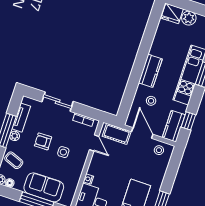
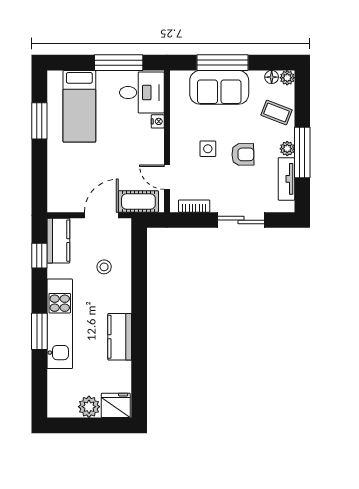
kitchen counter: (150, 71) -> (120, 337), moved
door: (142, 133) -> (101, 215), swing flipped
stool: (159, 150) -> (68, 198), removed

